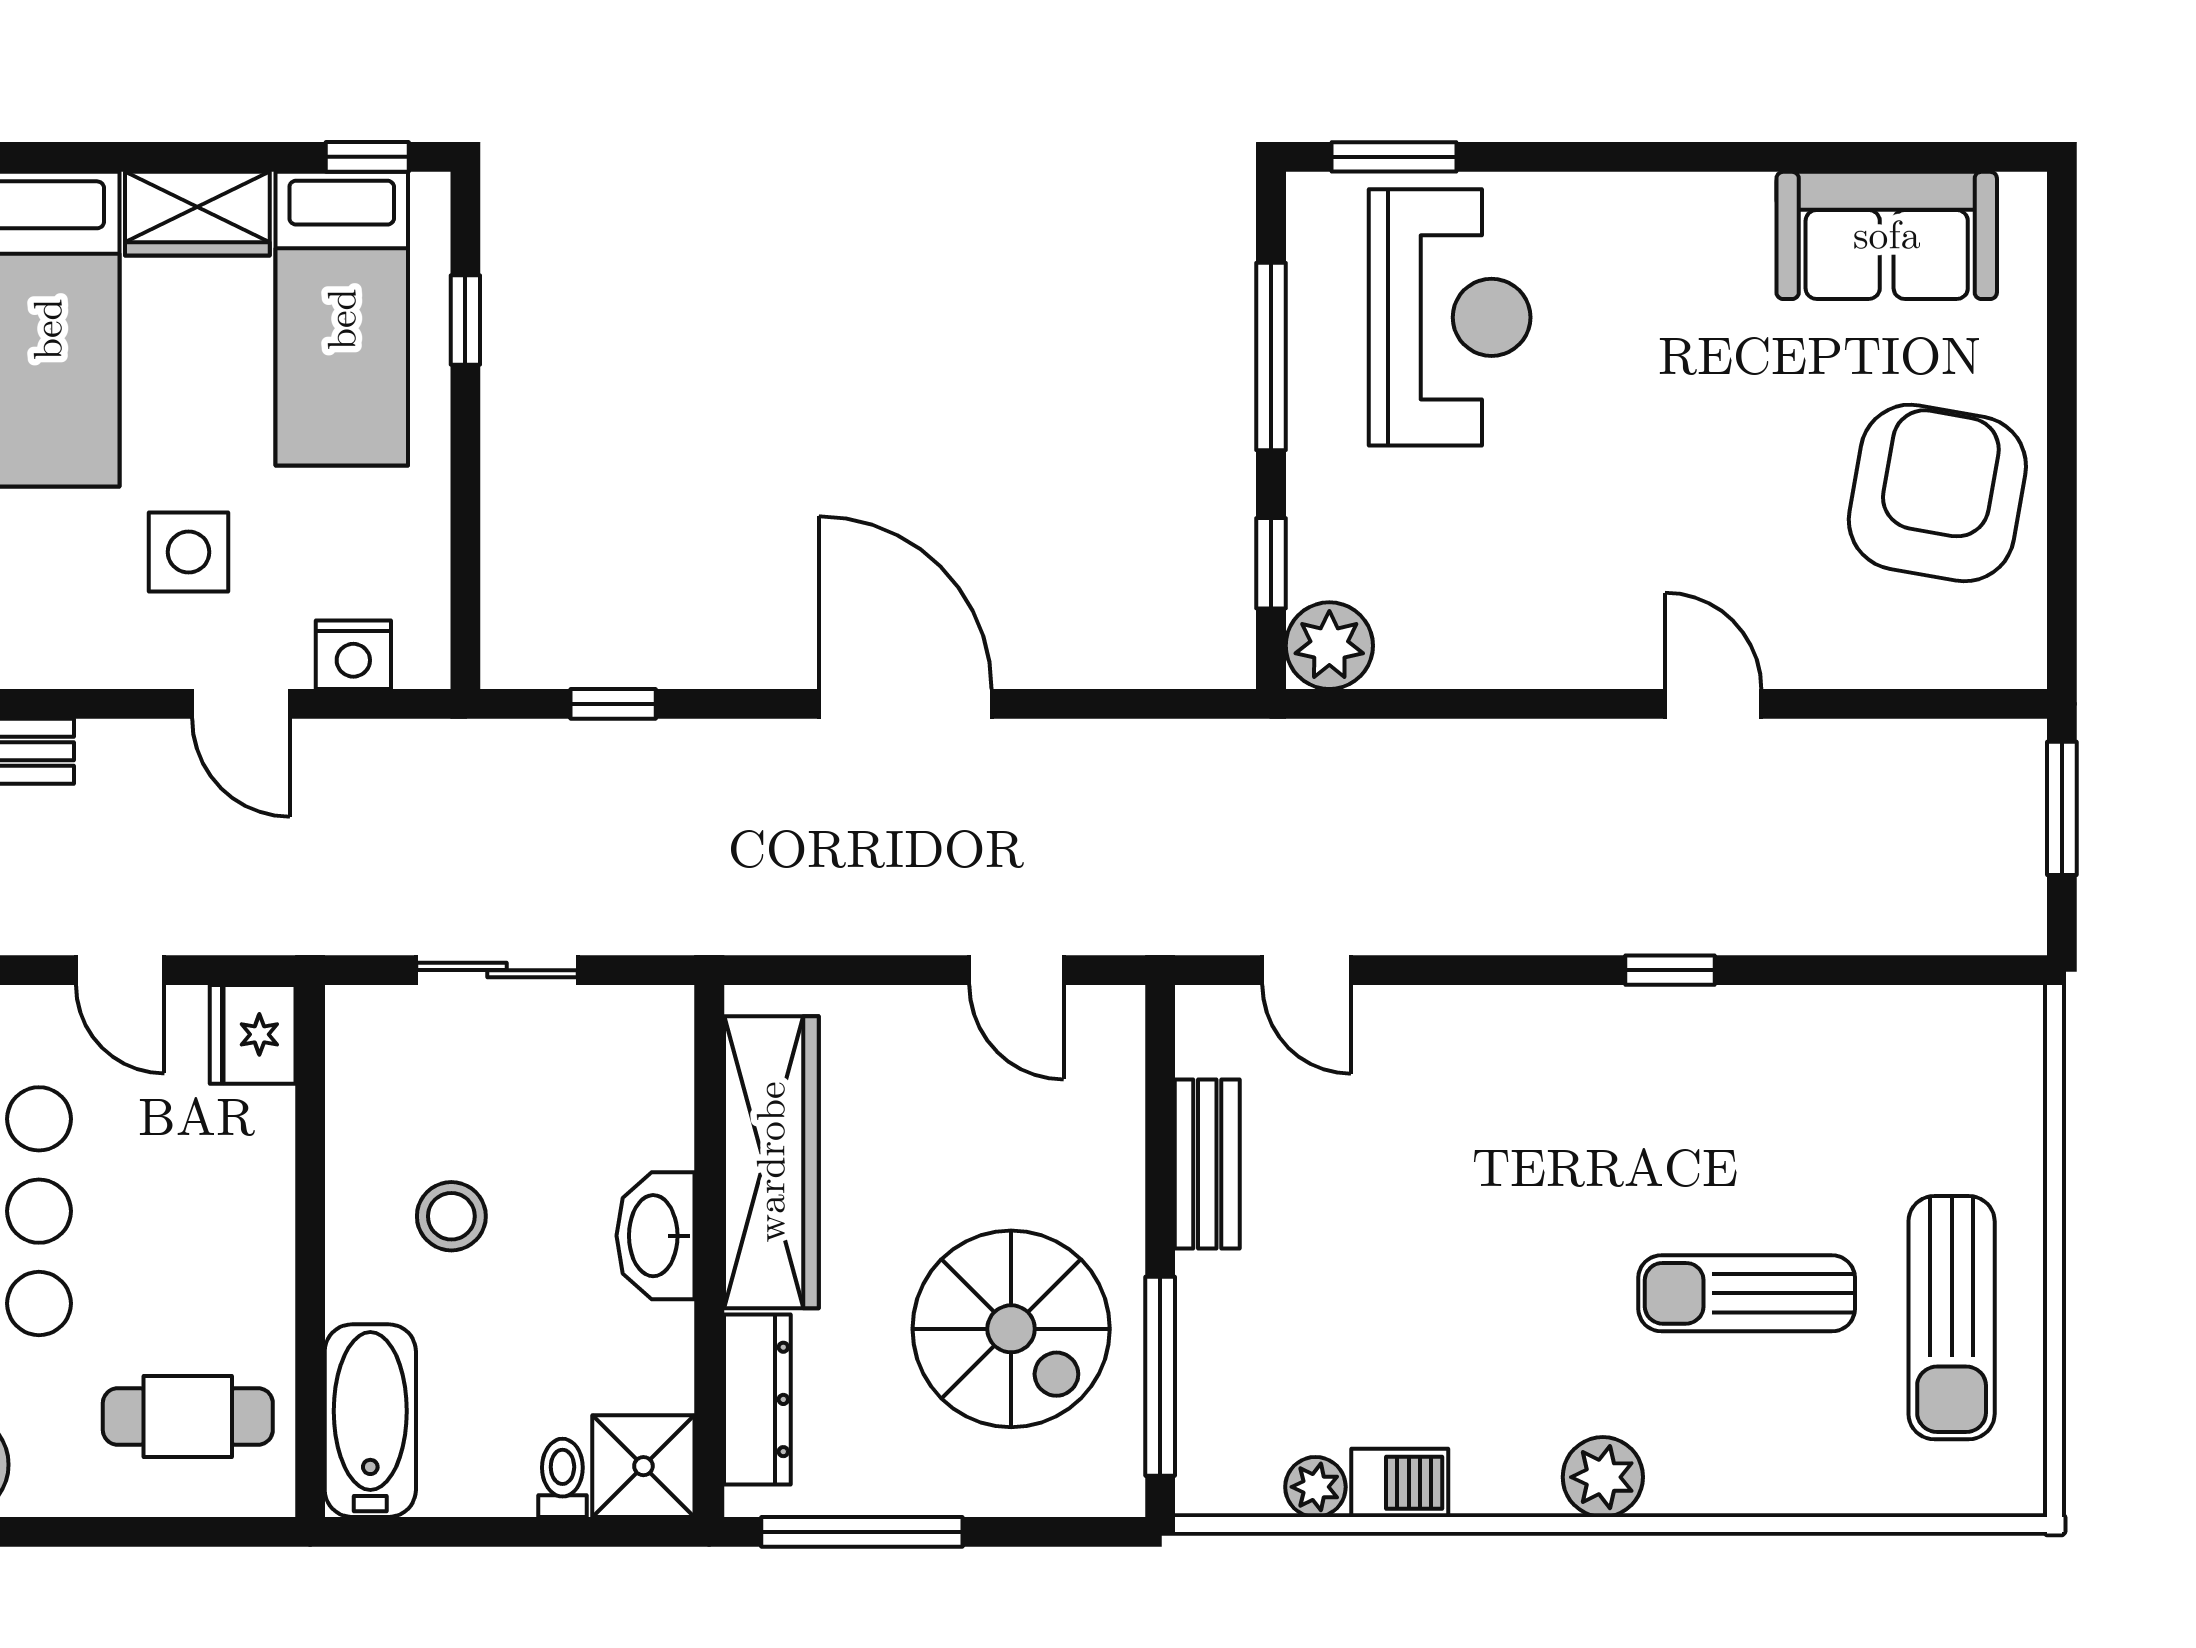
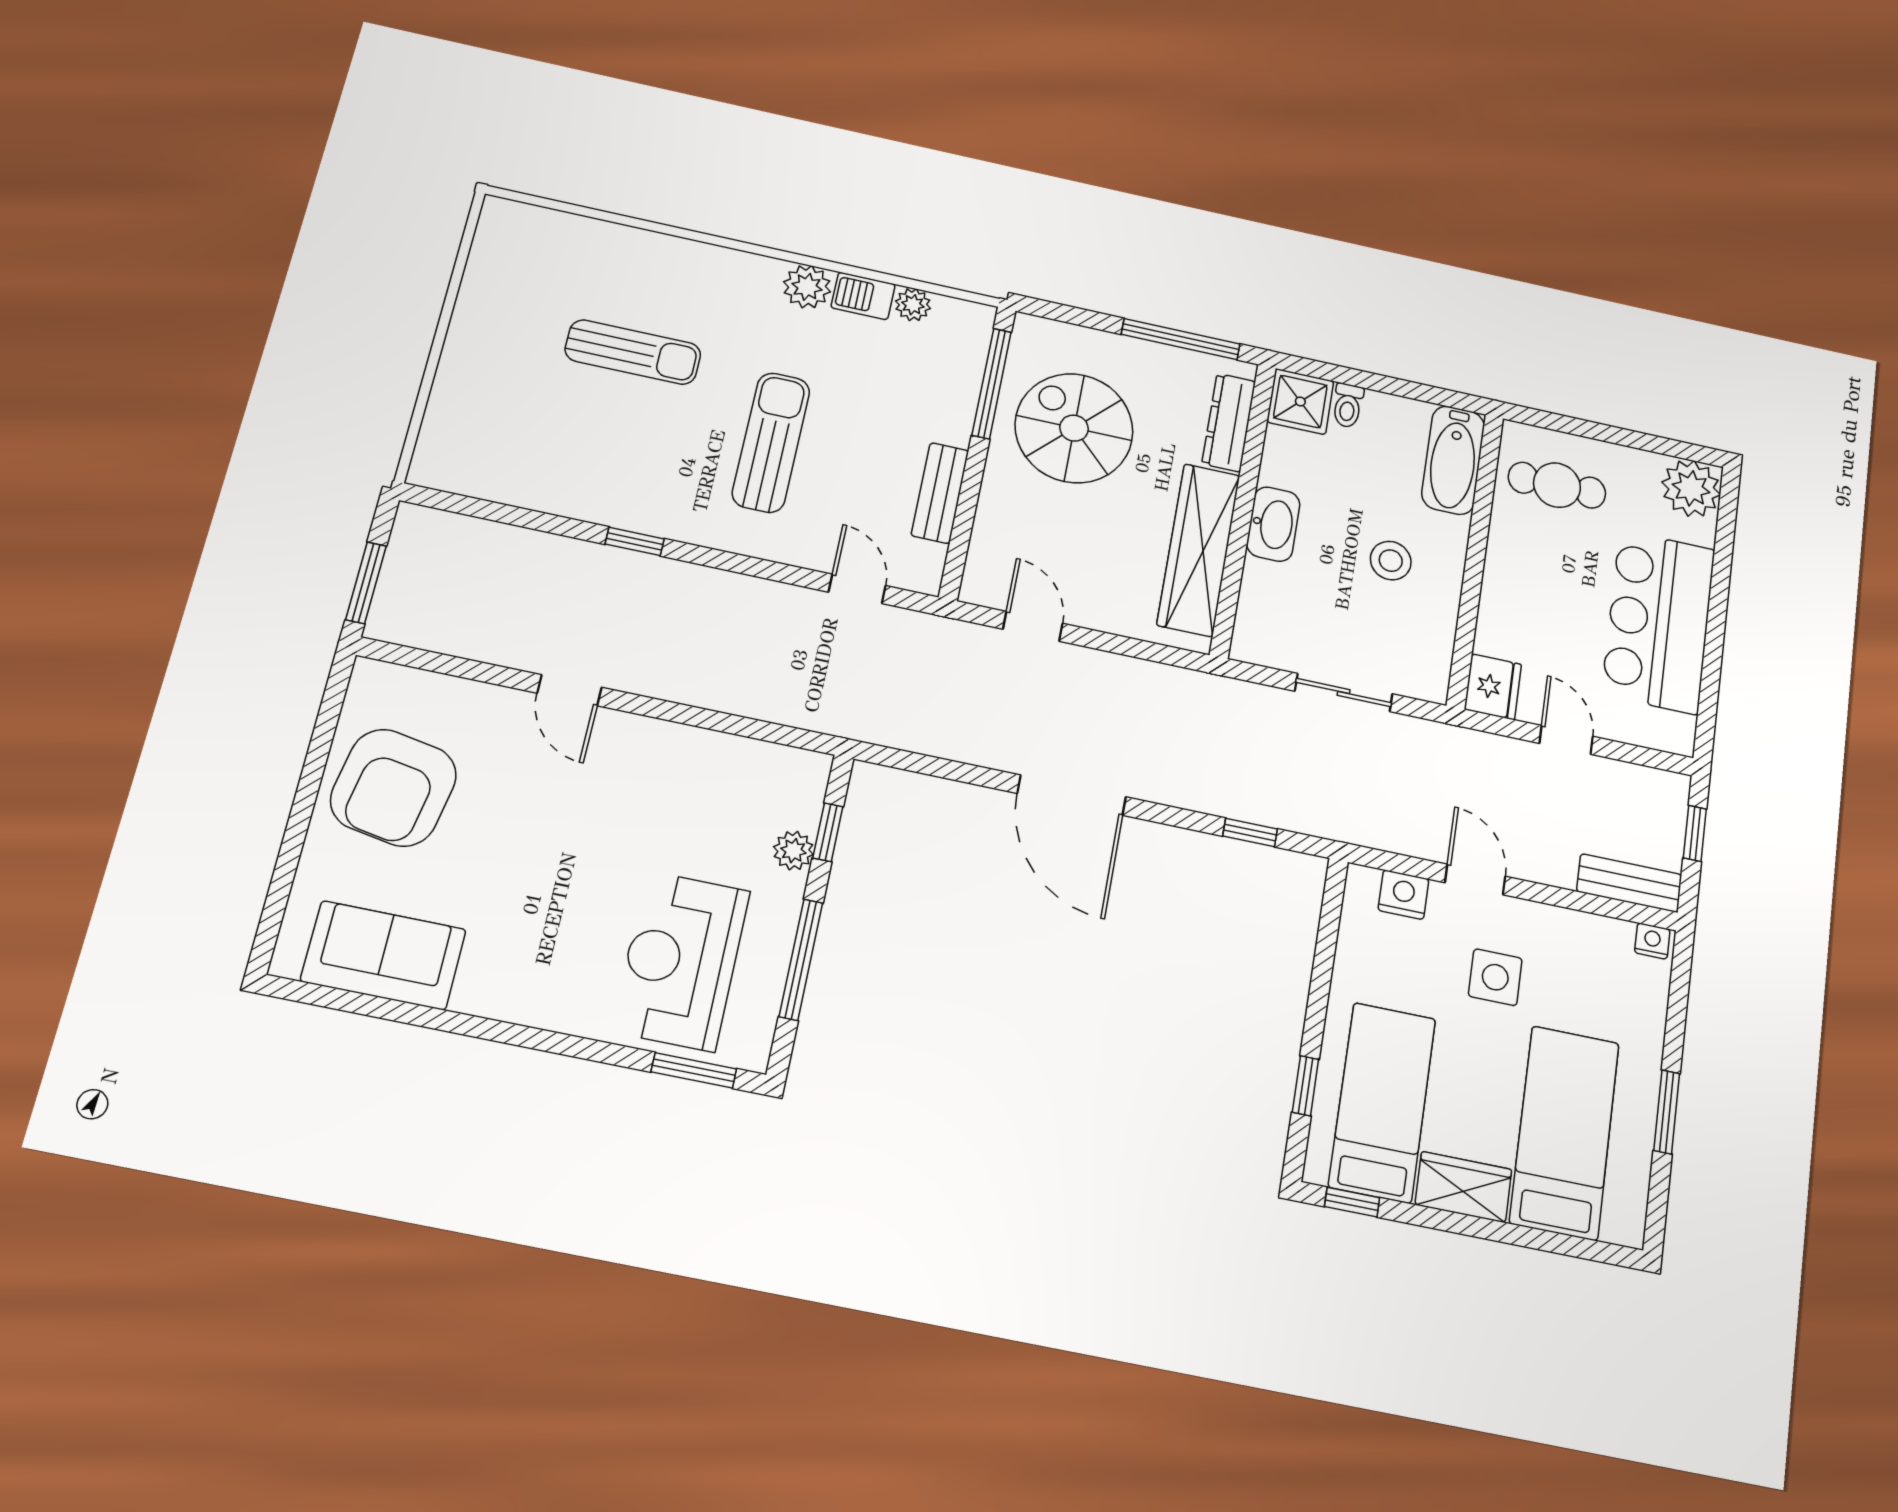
plant: (1329, 646) -> (793, 851), moved, width x0.73, depth x0.73
sun lounger: (1952, 1318) -> (771, 442), moved
plant: (1603, 1477) -> (807, 287), moved

